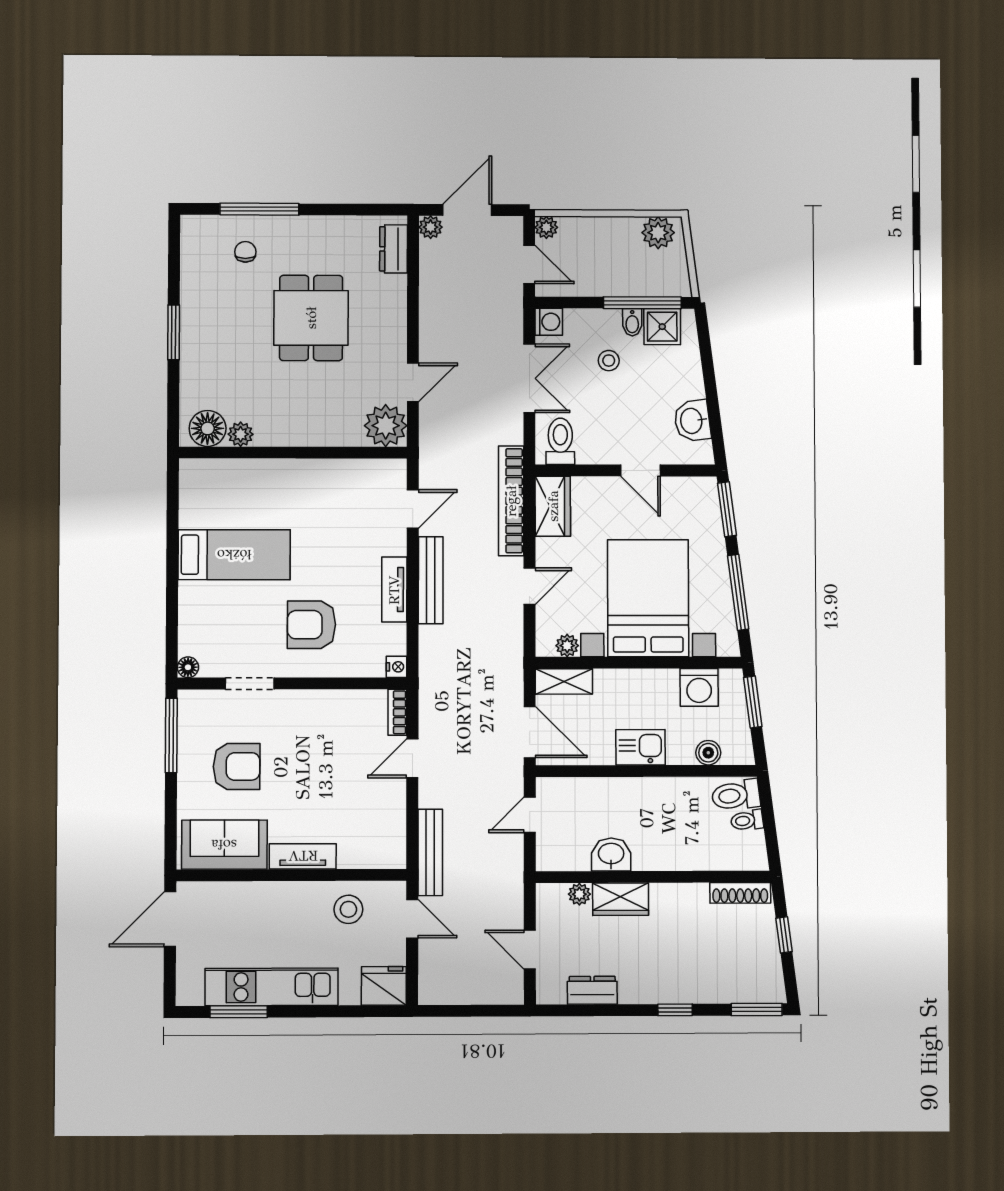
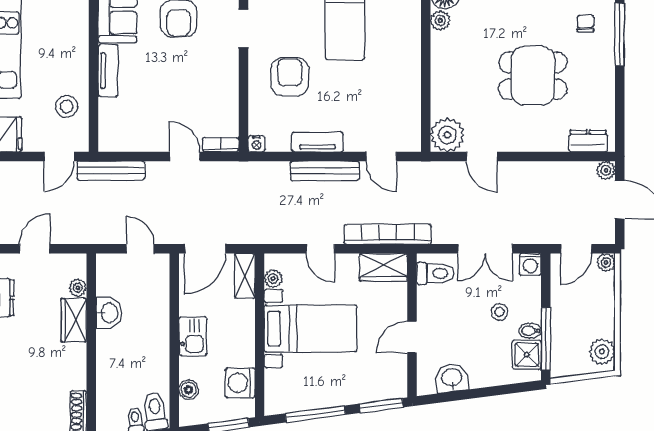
chair: (245, 252) -> (585, 24), turned -90
bed with nightstands: (648, 598) -> (311, 328), width x0.73

